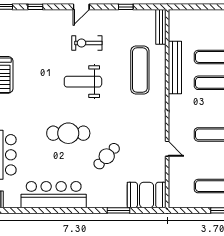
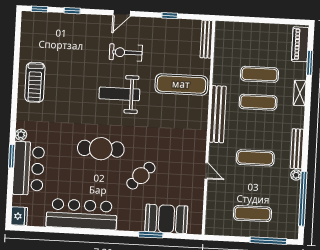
bench: (175, 67) -> (218, 114), moved
exercise mat: (140, 70) -> (181, 84), turned 90
booth: (147, 195) -> (166, 219), moved

